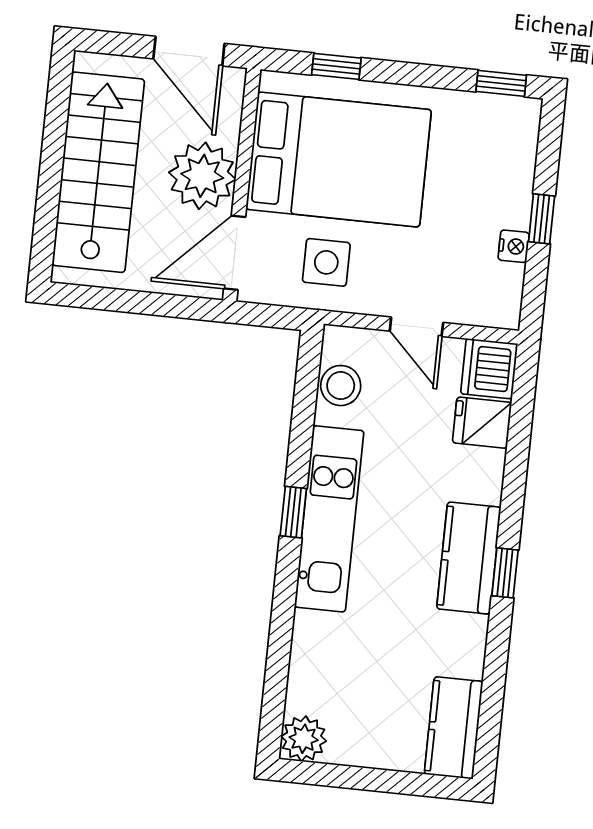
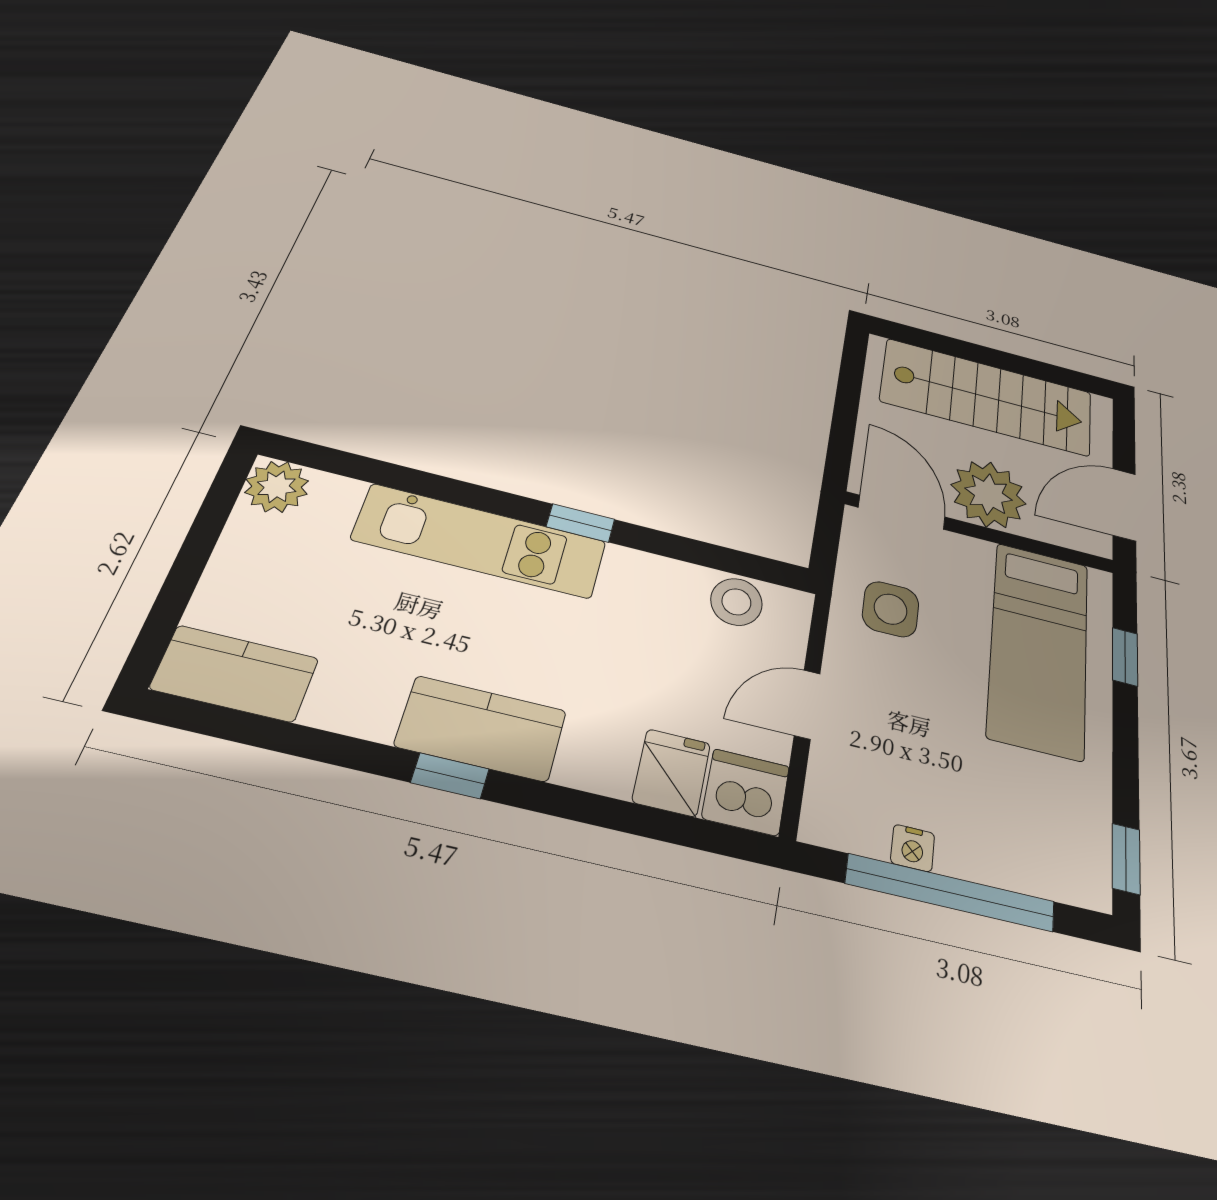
bed: (339, 159) -> (1039, 648), width x0.67
window: (542, 219) -> (951, 893), width x3.17
kitchen unit: (329, 519) -> (480, 541), moved

